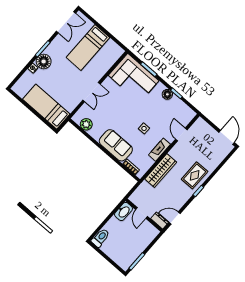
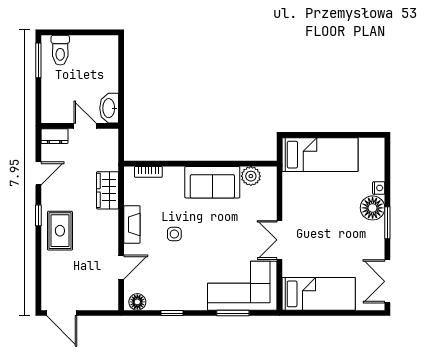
bed: (88, 47) -> (319, 294), moved, turned 90
double door: (91, 92) -> (279, 240), moved
floor lamp: (167, 94) -> (137, 302), moved
door: (181, 135) -> (121, 267), hinge flipped
sofa: (116, 145) -> (212, 182), moved
wardrobe: (161, 171) -> (108, 190), width x0.67
door: (175, 218) -> (38, 173), moved
toilet: (100, 238) -> (60, 50), moved

